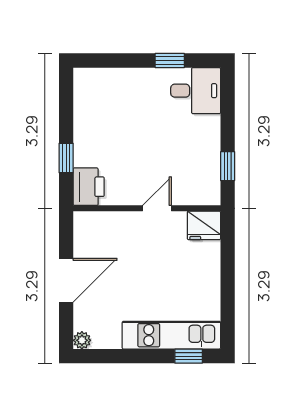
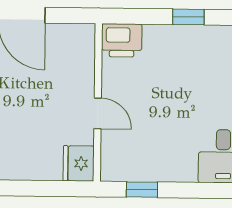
window: (66, 158) -> (188, 17), moved

